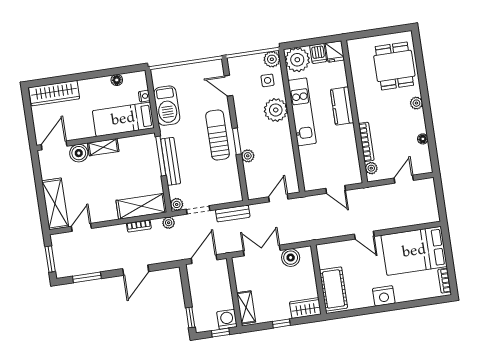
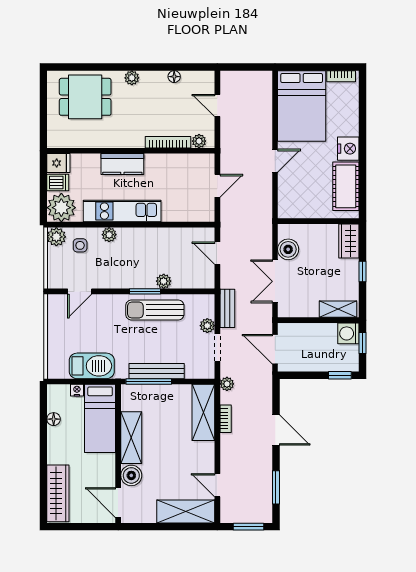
plant: (276, 110) -> (109, 235), width x0.53, depth x0.53
sun lounger: (218, 135) -> (155, 310), moved
shelving: (103, 147) -> (131, 438), width x1.50, depth x1.33
plant: (177, 204) -> (207, 326), moved
cot: (333, 289) -> (346, 186), moved, turned 90

